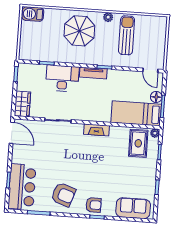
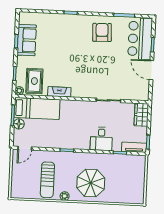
barbecue: (33, 14) -> (134, 197), removed
door: (150, 70) -> (25, 148), swing flipped
tv unit: (93, 73) -> (134, 147), moved
desk: (62, 78) -> (101, 139), width x0.73
fireplace: (96, 130) -> (59, 92), moved
door: (12, 133) -> (151, 70), moved
armchair: (63, 195) -> (102, 32), turned 69
armchair: (94, 205) -> (74, 24), removed
sofa: (133, 208) -> (27, 40), moved, turned -90

